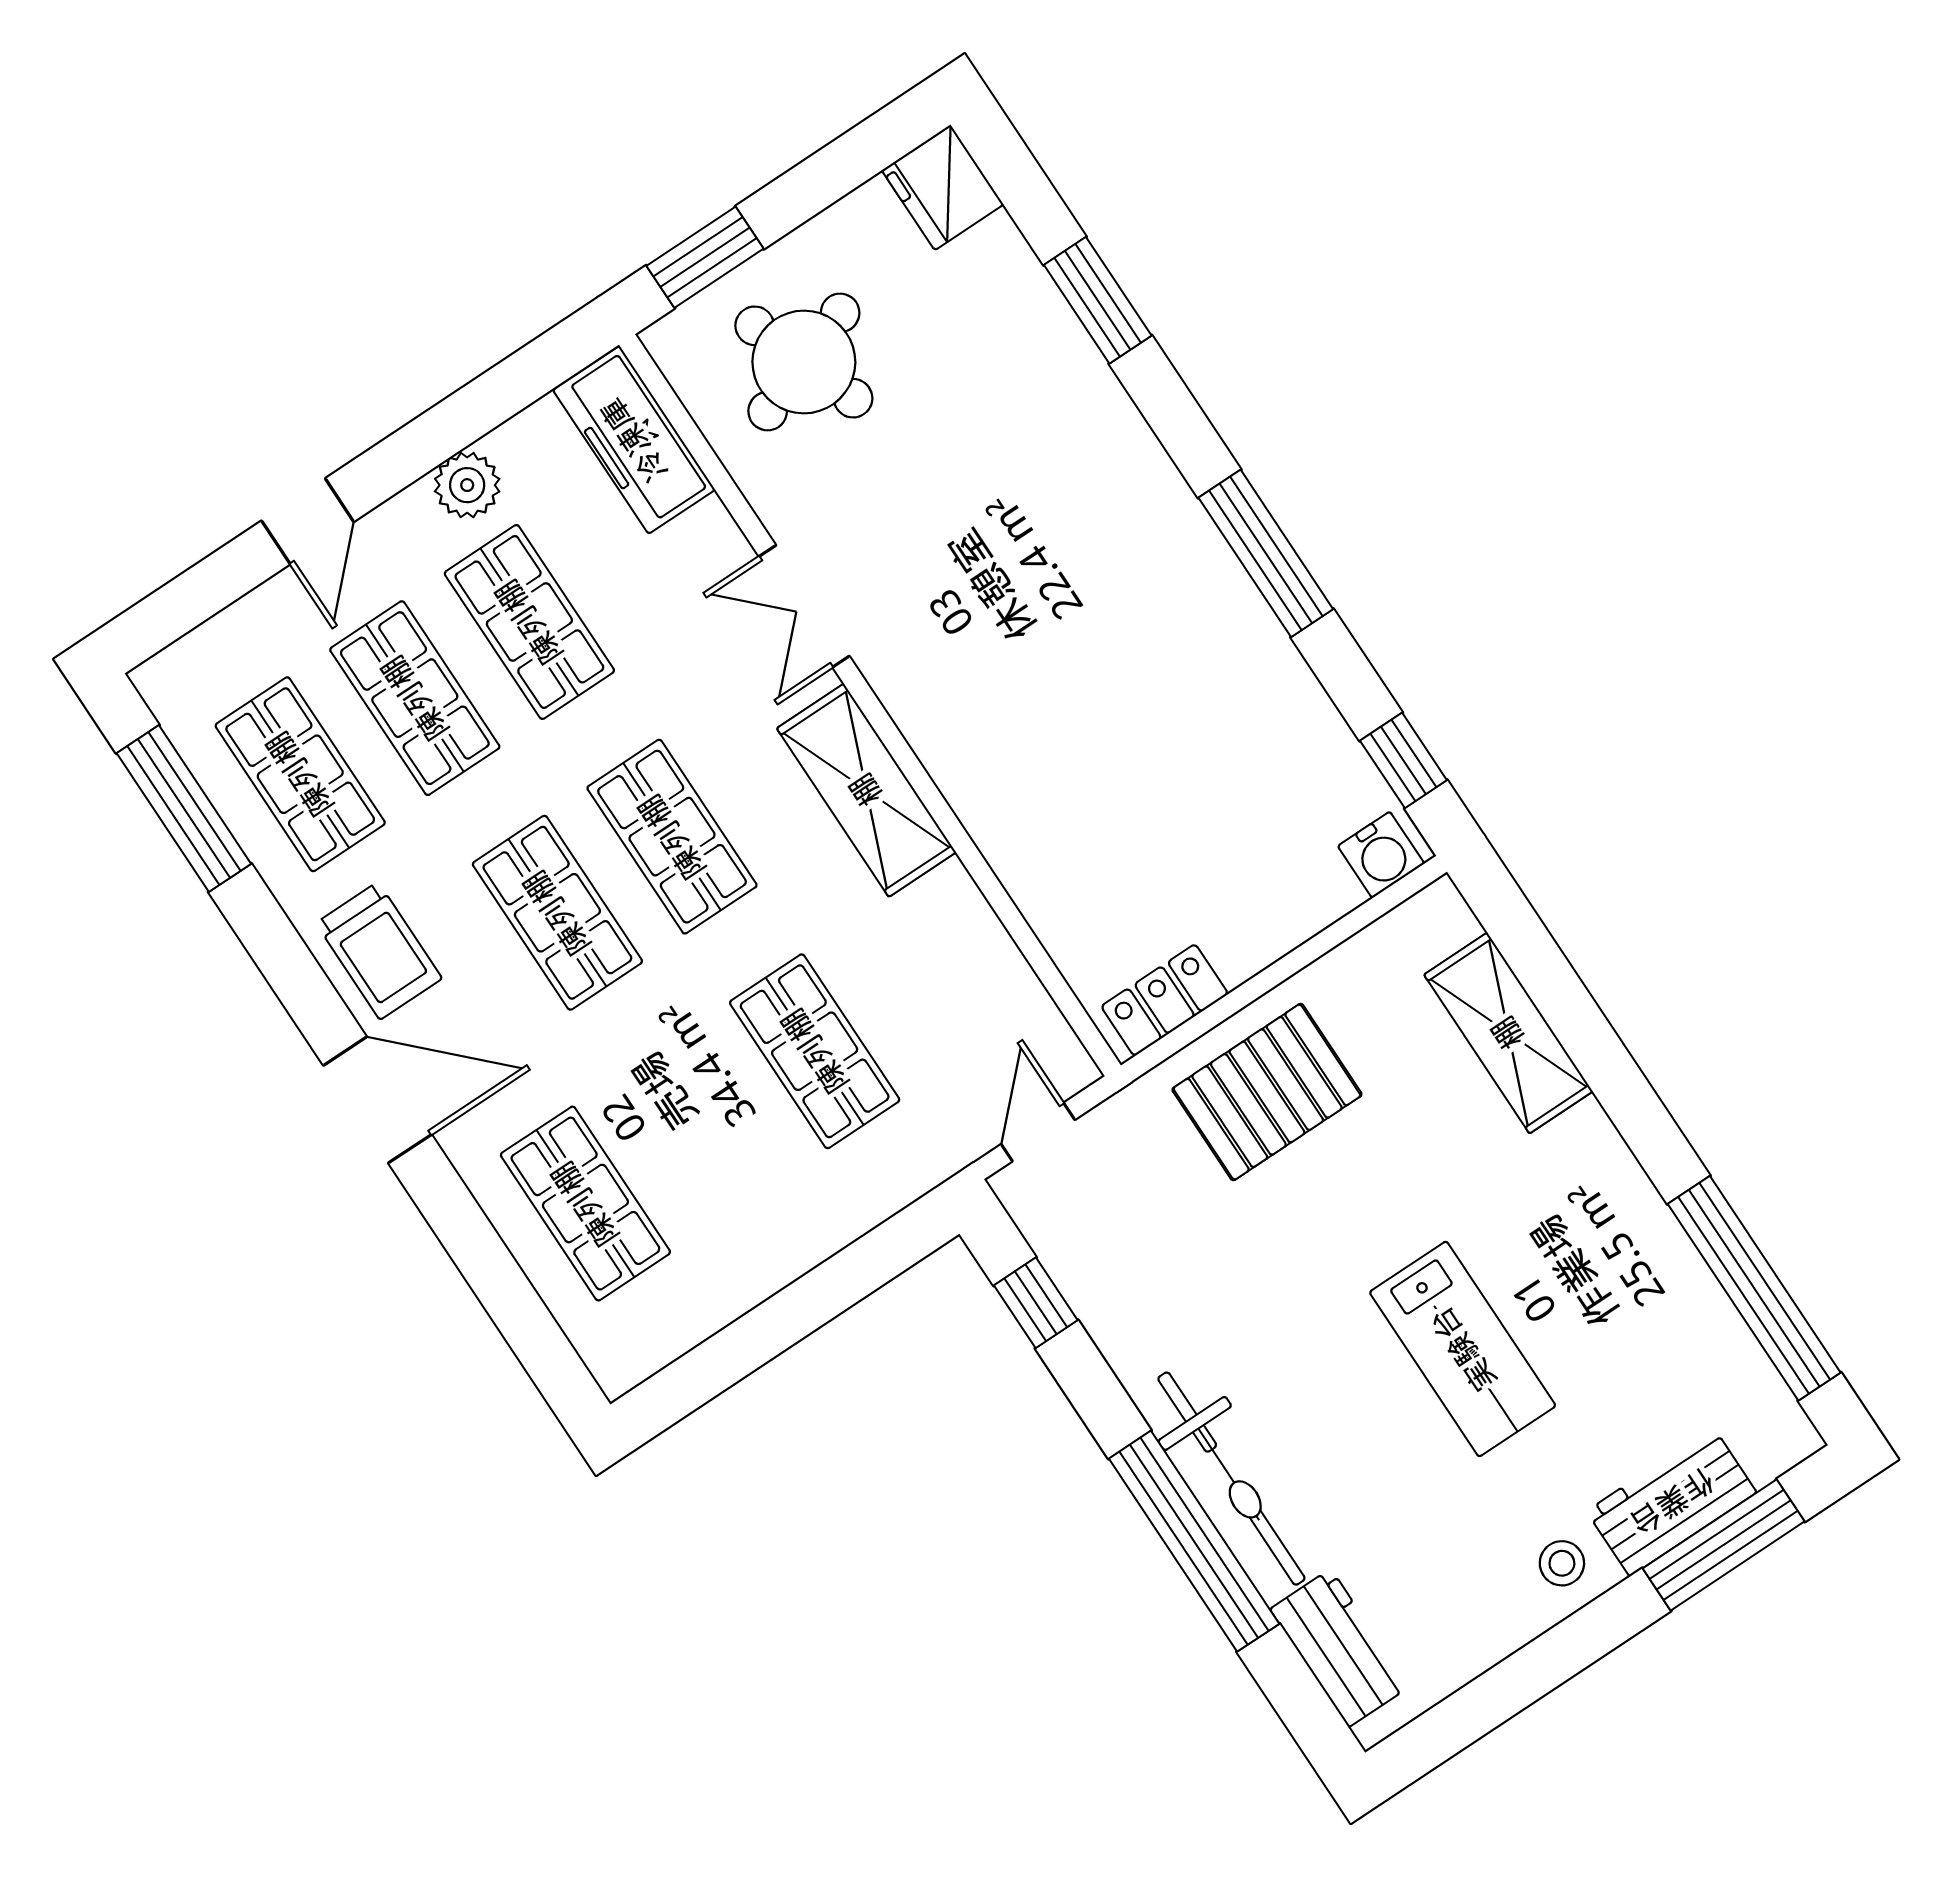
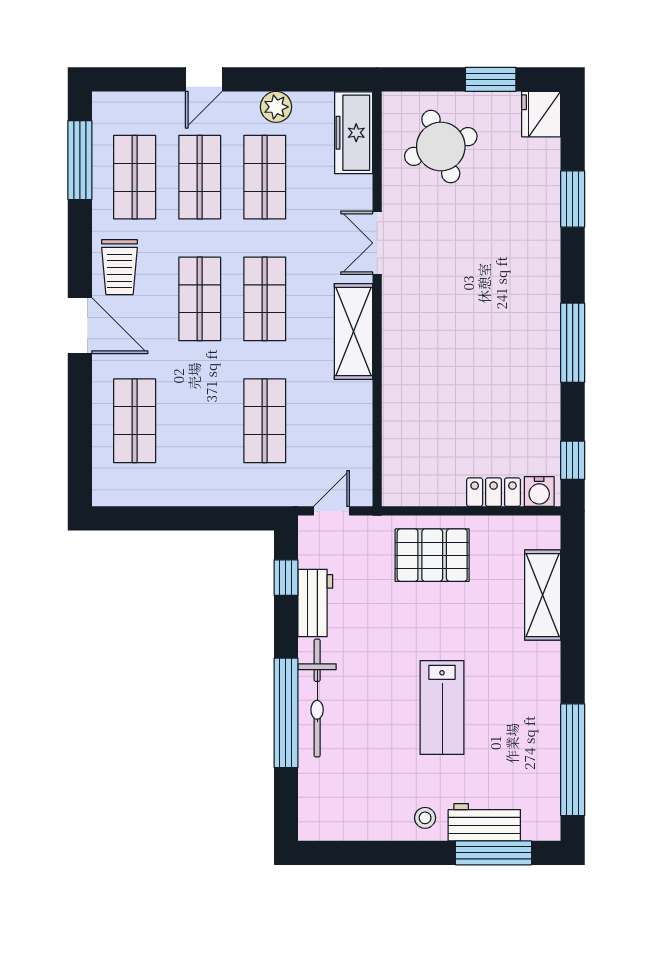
window: (705, 257) -> (491, 79), moved
locker: (1165, 1000) -> (494, 492), moved
workbench: (1340, 1648) -> (315, 603), moved

